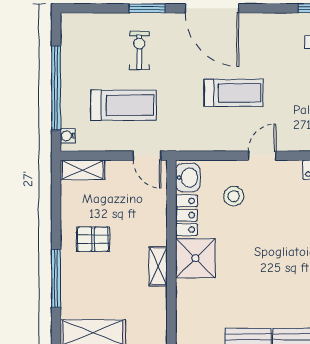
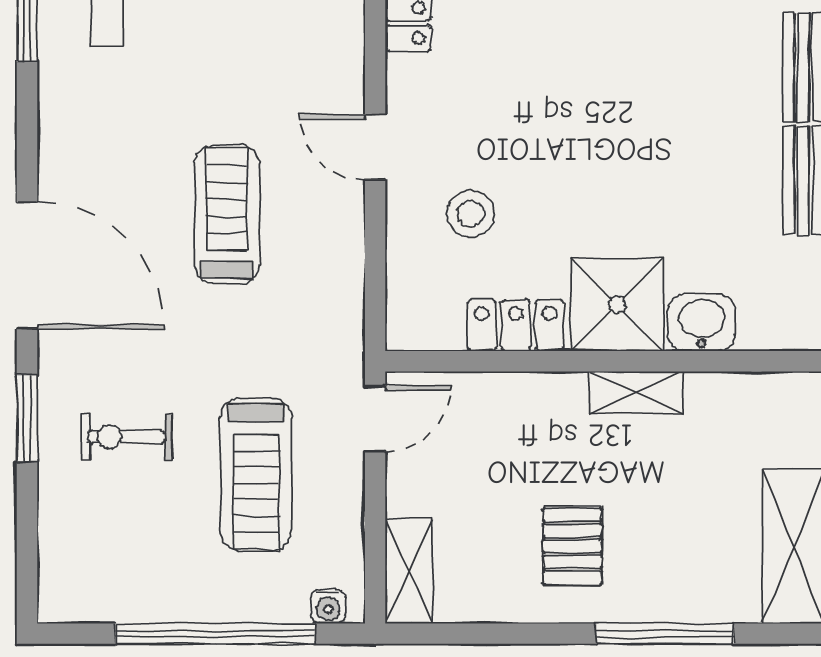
door: (212, 8) -> (27, 265), hinge flipped
treadmill: (123, 105) -> (256, 475), turned 180
washbasin: (188, 178) -> (702, 323), moved

